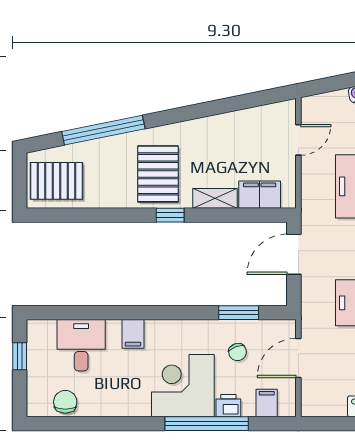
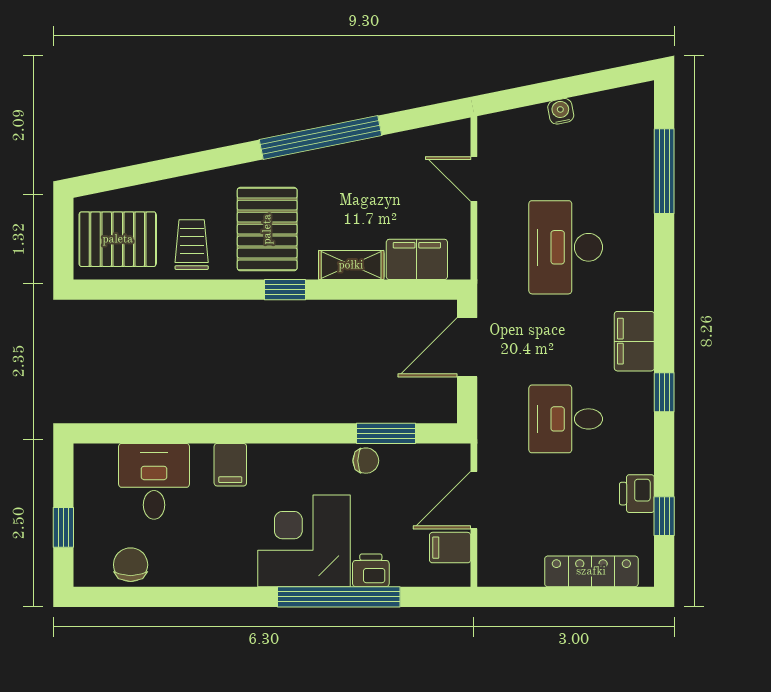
window: (103, 130) -> (321, 137), moved
door: (298, 140) -> (474, 179), swing flipped
trolley: (107, 184) -> (192, 245), added
chair: (238, 352) -> (366, 461), moved, turned -70
window: (20, 356) -> (63, 527), moved
filing cabinet: (267, 403) -> (450, 548), moved, turned -90

